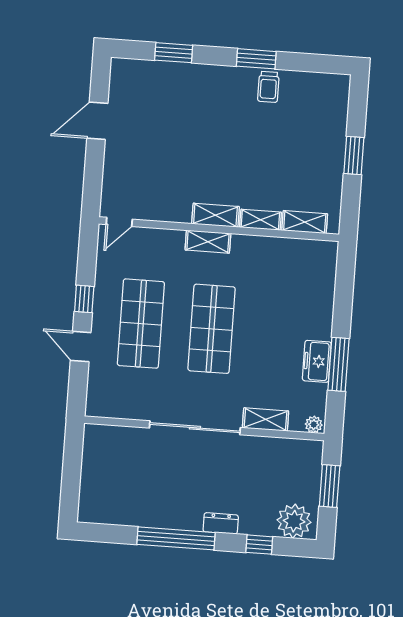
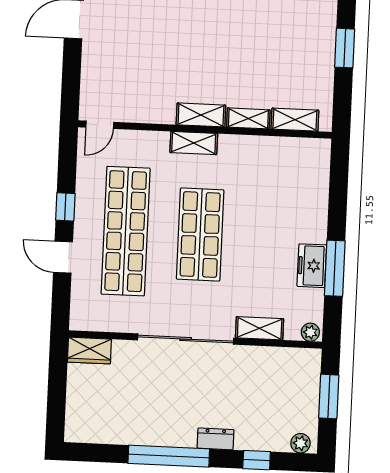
shop shelf: (141, 324) -> (126, 231), width x1.40
wardrobe: (103, 436) -> (89, 351), added
plant: (294, 521) -> (301, 443), width x0.53, depth x0.53

